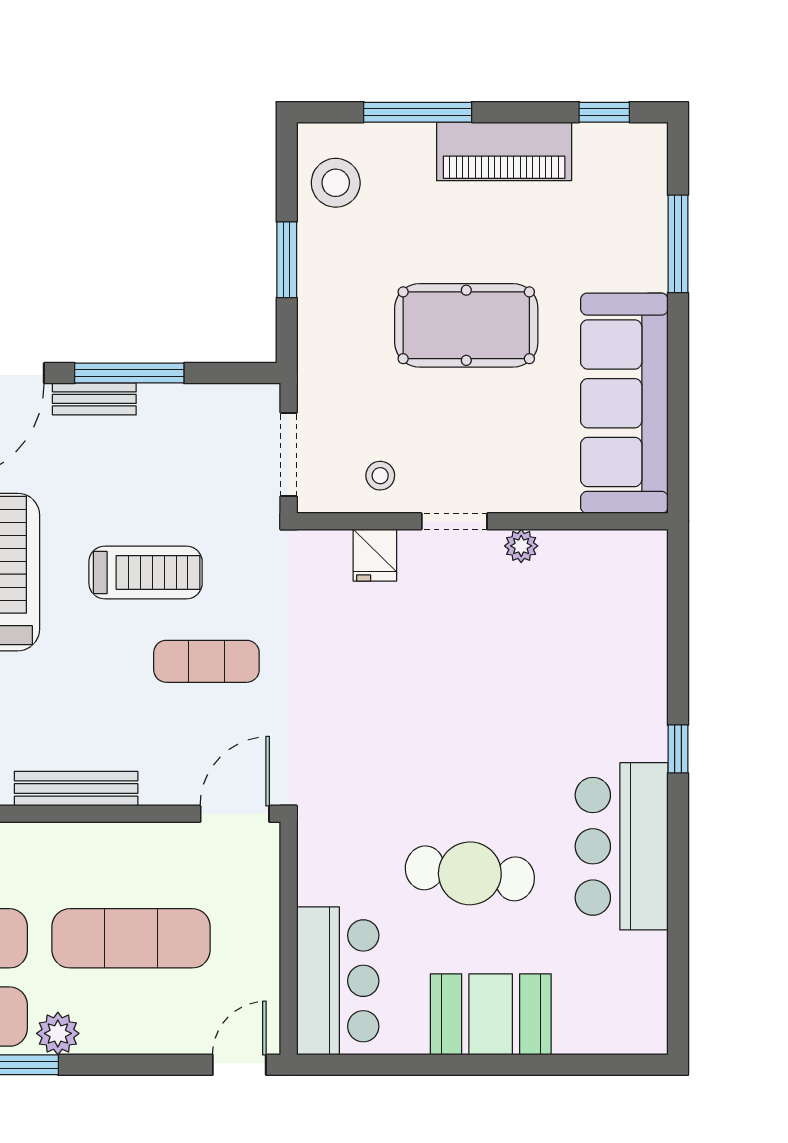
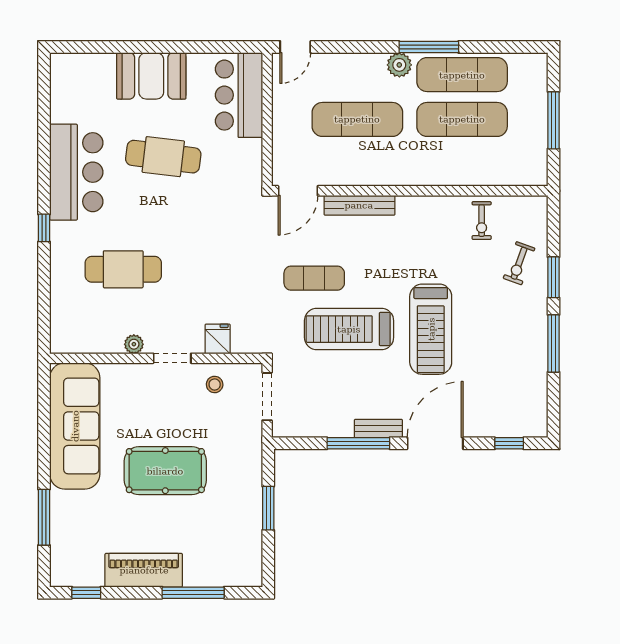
stool: (336, 183) -> (240, 552), removed
treadmill: (146, 572) -> (349, 329), width x1.37, depth x1.38
cafe table: (540, 677) -> (123, 269), added
bench: (76, 789) -> (359, 205), moved

